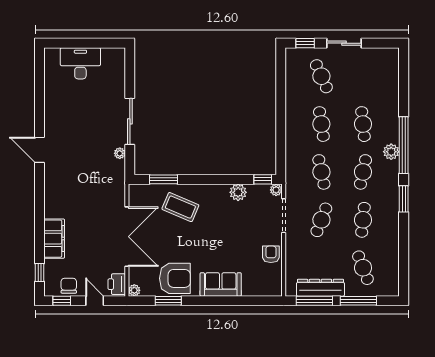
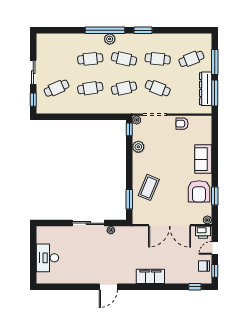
double door: (127, 237) -> (170, 225), swing flipped
filing cabinet: (54, 239) -> (150, 276), moved
armchair: (175, 278) -> (199, 191), turned 180

